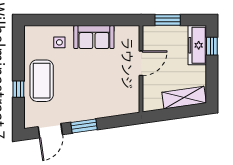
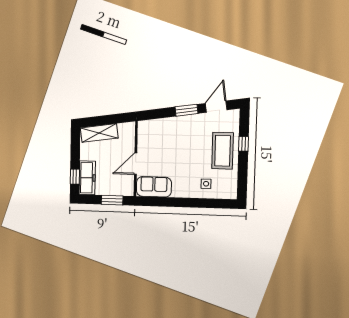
sofa: (94, 37) -> (154, 187), moved

